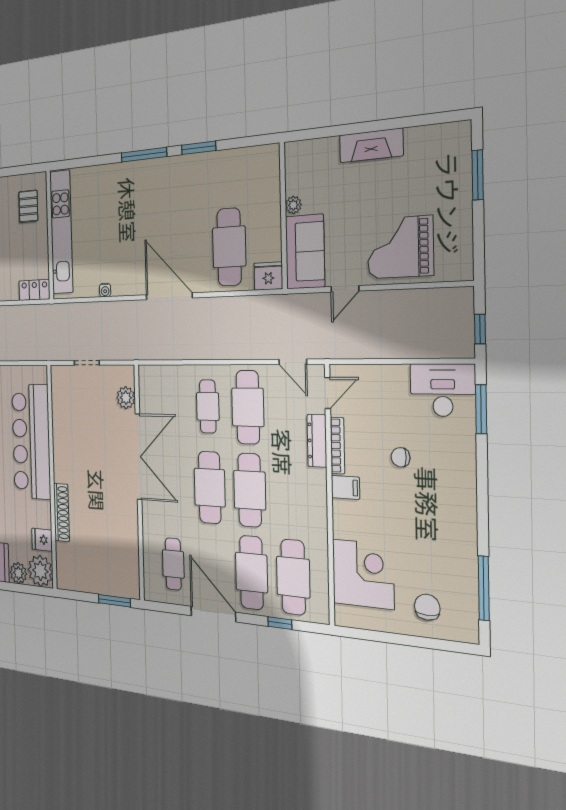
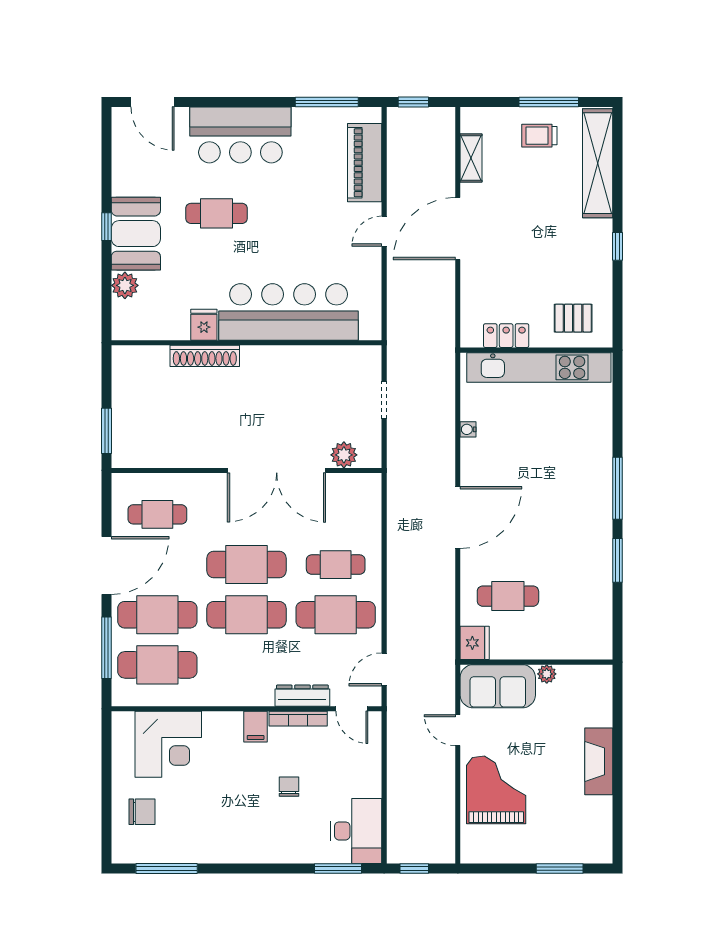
cafe table: (229, 247) -> (508, 596), width x0.73, depth x0.74
locker: (34, 290) -> (506, 336), moved, turned -90
fridge: (42, 540) -> (204, 325), moved
plant: (40, 571) -> (131, 321), removed
window: (280, 623) -> (106, 648), width x2.17

